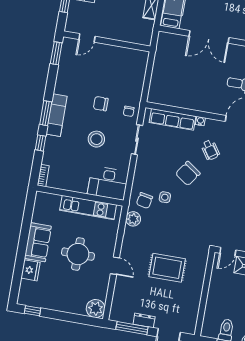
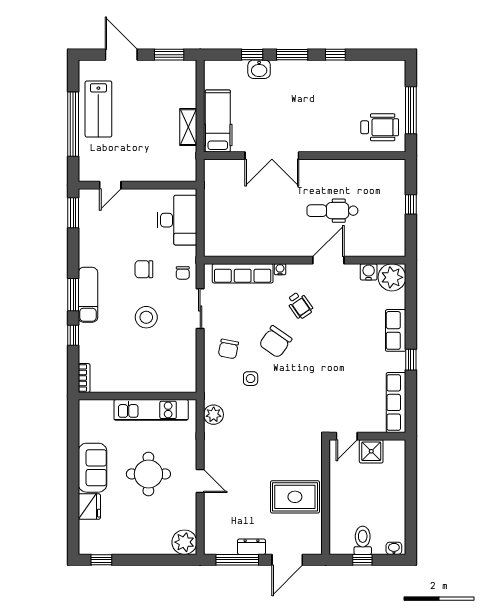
desk: (108, 183) -> (177, 220), moved, turned -90
chair: (144, 201) -> (228, 349), moved
rug: (167, 268) -> (295, 497), moved

